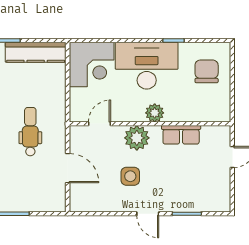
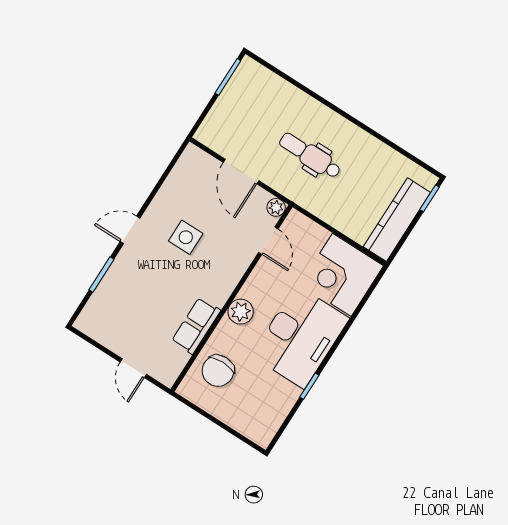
chair: (207, 71) -> (218, 371), moved, turned 90
dental chair: (30, 132) -> (310, 156), turned 180
plant: (137, 138) -> (276, 207), moved, width x0.53, depth x0.53
door: (68, 168) -> (241, 171), hinge flipped

